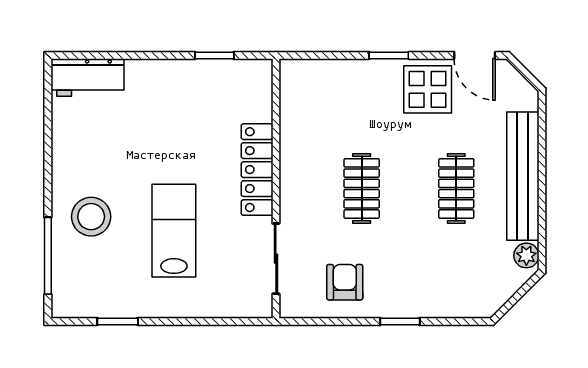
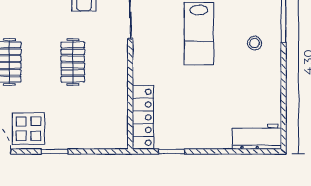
locker: (257, 170) -> (143, 117), moved
stool: (91, 217) -> (254, 43), width x0.53, depth x0.53

